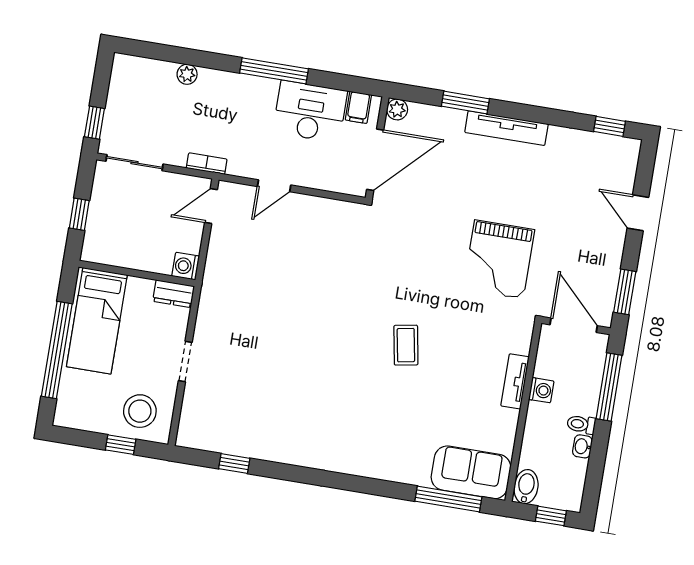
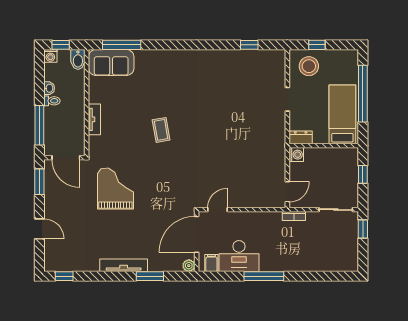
plant: (187, 74) -> (314, 266), removed
door: (274, 186) -> (218, 210), moved
washing machine: (541, 390) -> (50, 56), moved, turned -90

